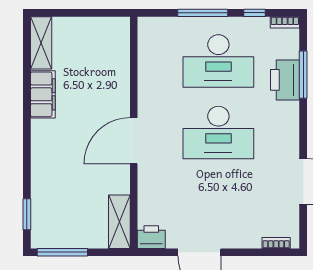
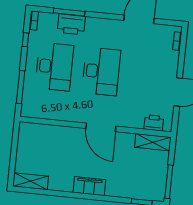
window: (203, 13) -> (21, 87), moved
filing cabinet: (43, 94) -> (89, 186), moved
printer: (151, 237) -> (154, 123), moved, turned 90

